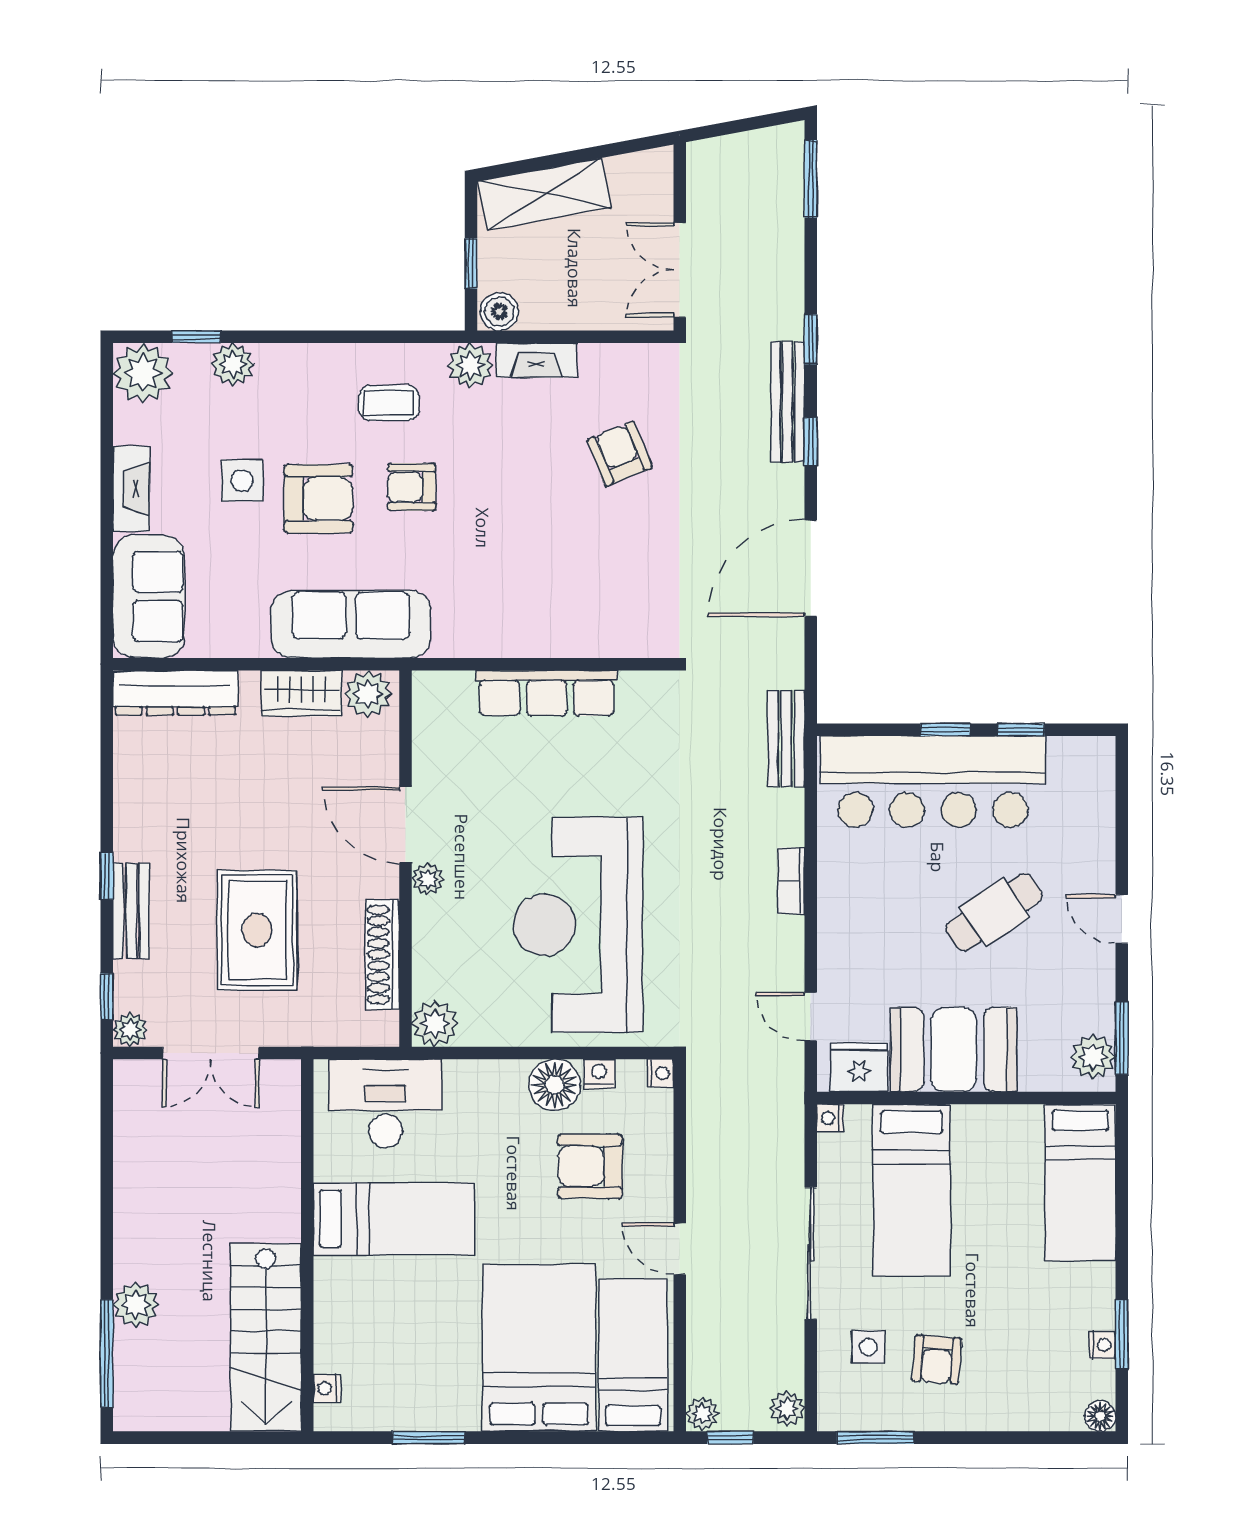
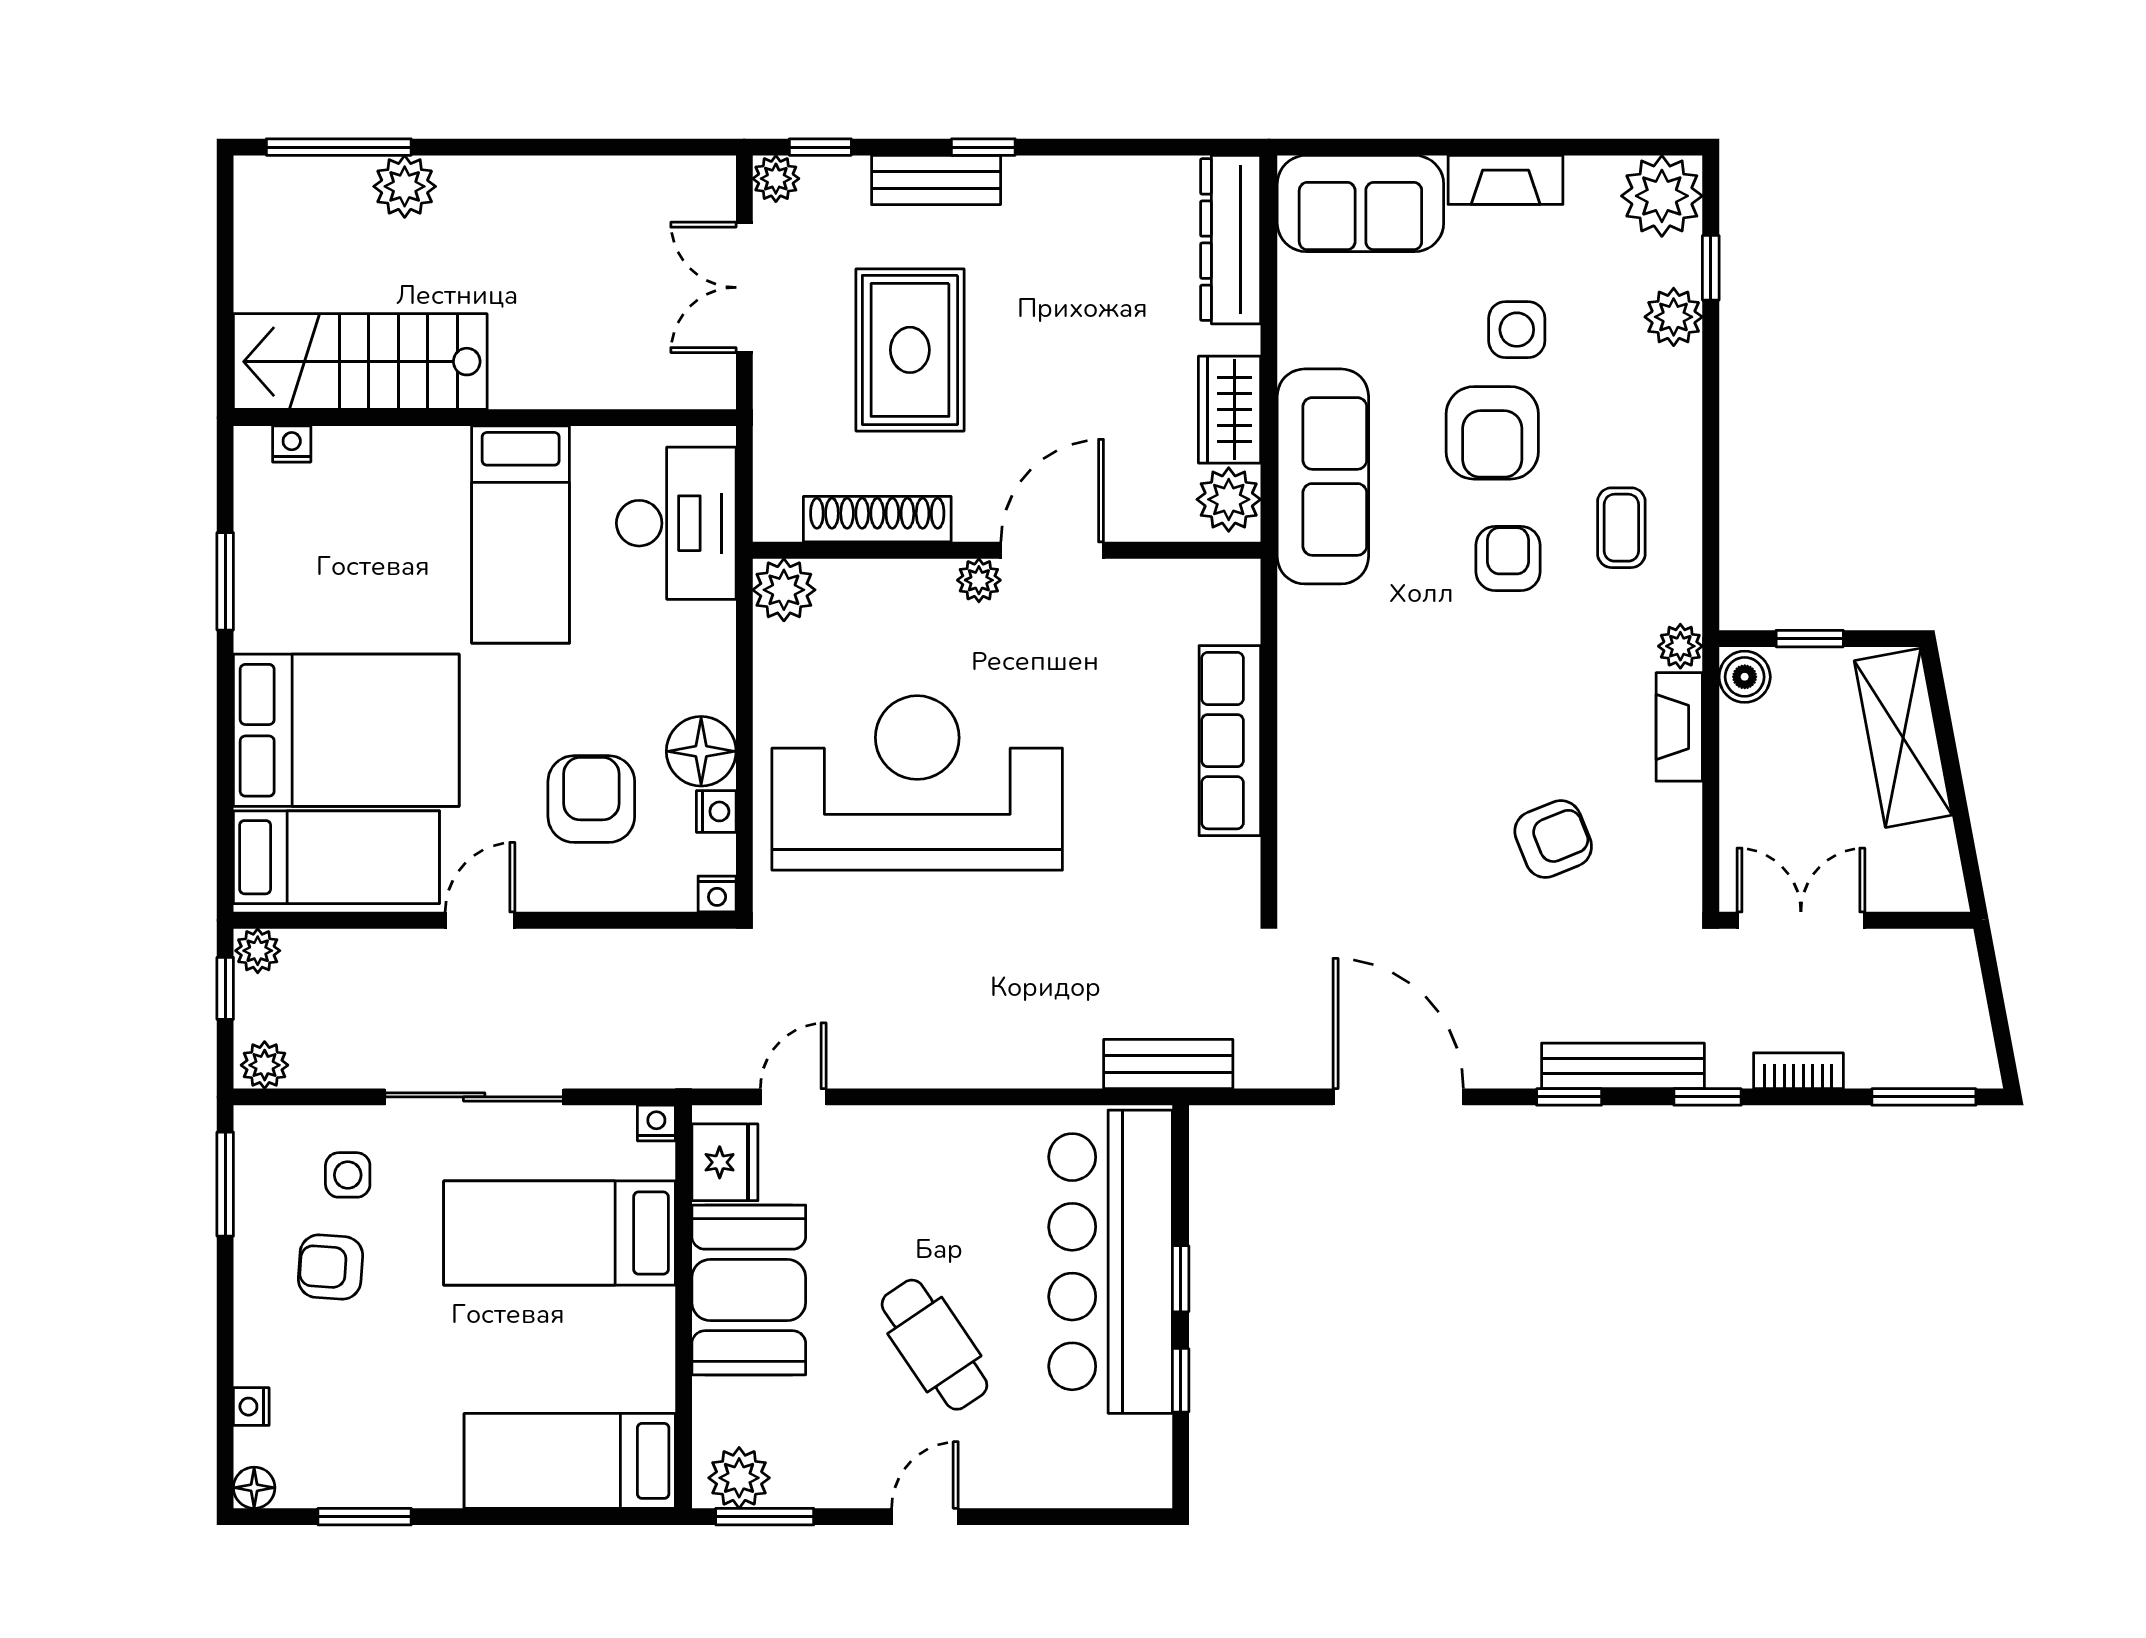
plant: (470, 365) -> (1680, 646), width x0.73, depth x0.73
bookcase: (791, 881) -> (1798, 1071), moved
rug: (257, 930) -> (910, 350), turned 90
nightstand: (1102, 1345) -> (251, 1407), moved, turned 90

